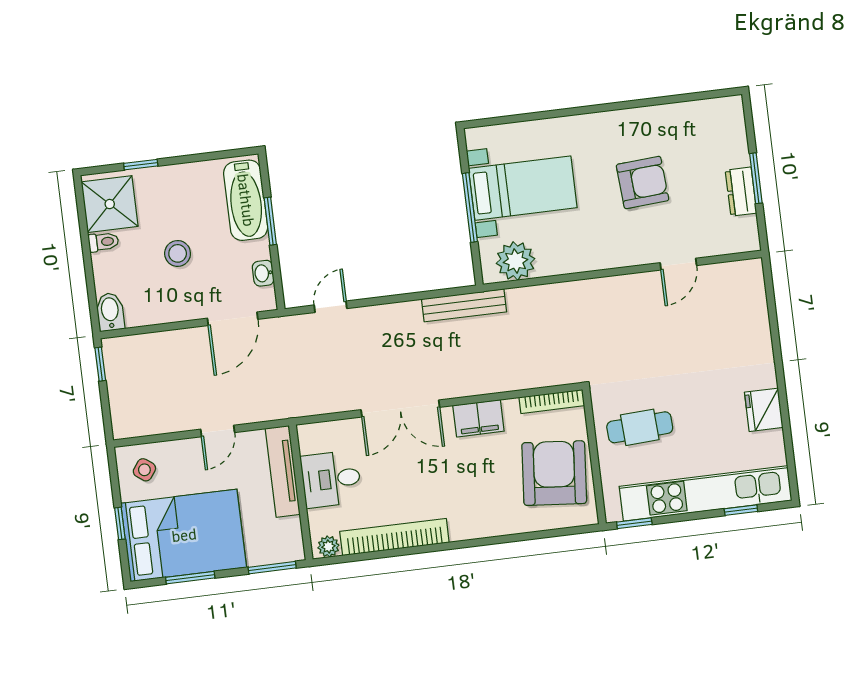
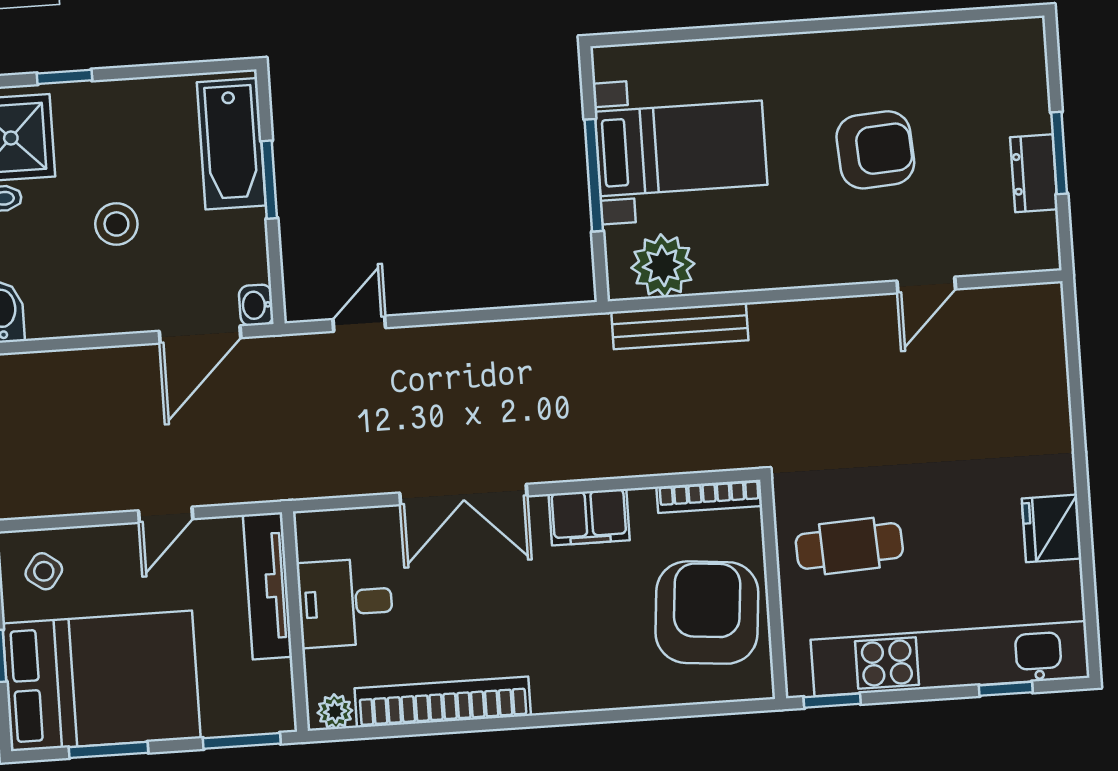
washbasin: (263, 273) -> (256, 305), moved
bench: (464, 305) -> (680, 326), moved

